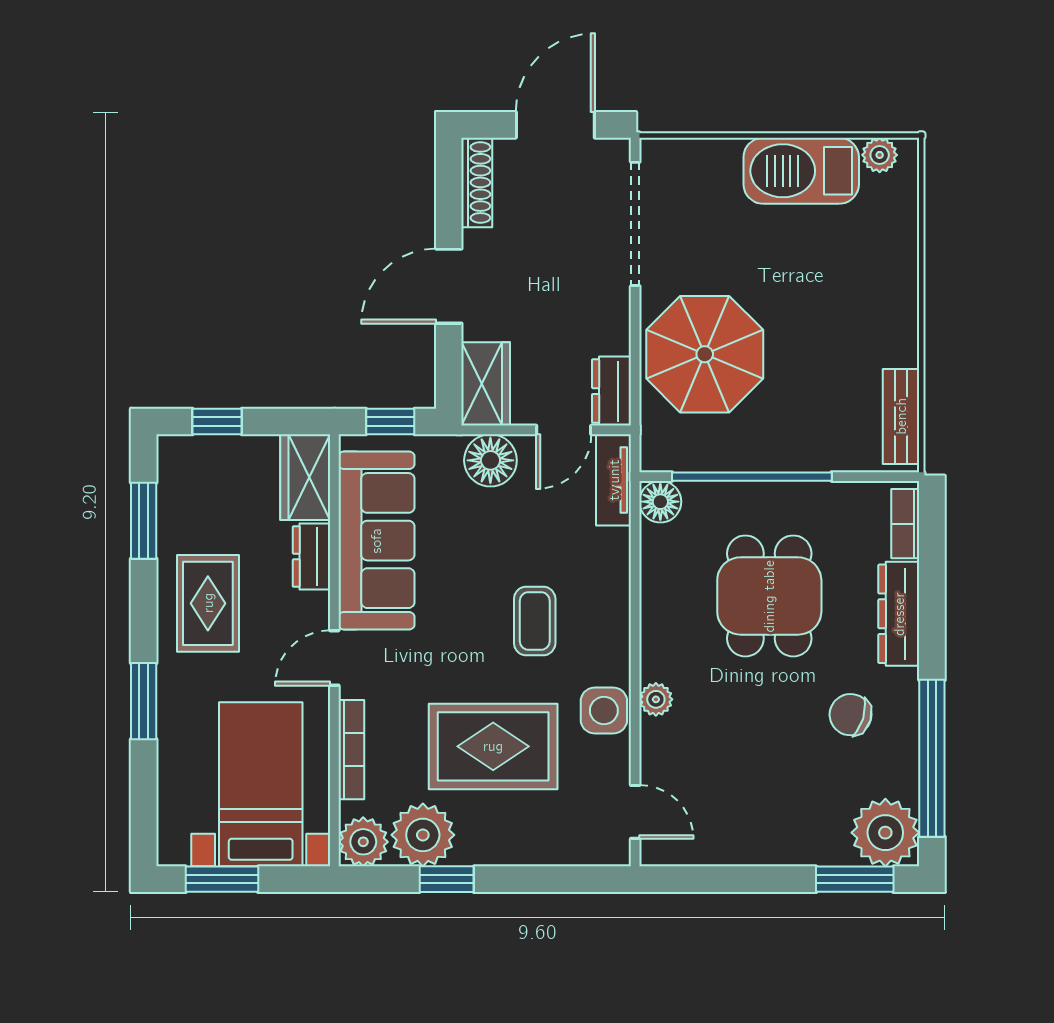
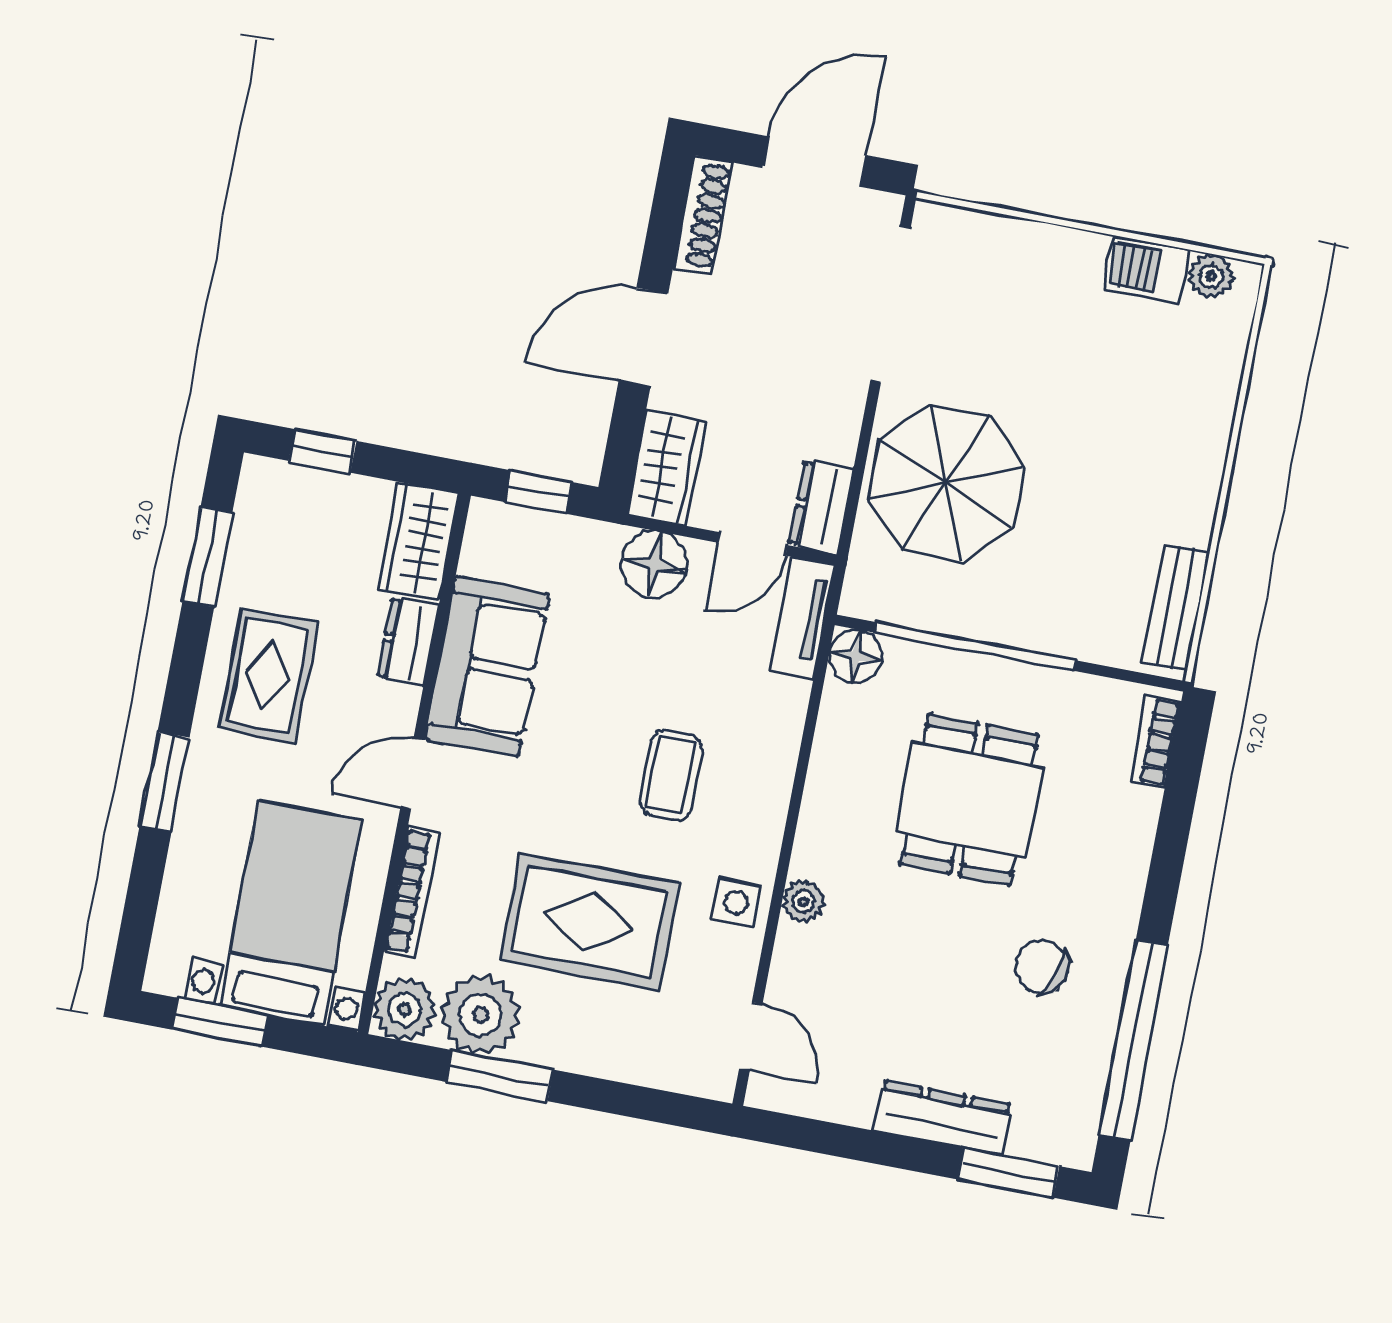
barbecue: (801, 171) -> (1146, 269), width x0.53, depth x0.65
sofa: (376, 541) -> (487, 667), width x0.73
dresser: (899, 614) -> (943, 1118), moved, turned 90
side table: (604, 711) -> (736, 903), width x0.73, depth x0.73
plant: (885, 833) -> (1057, 1122), removed
window: (447, 879) -> (500, 1076), width x1.50

